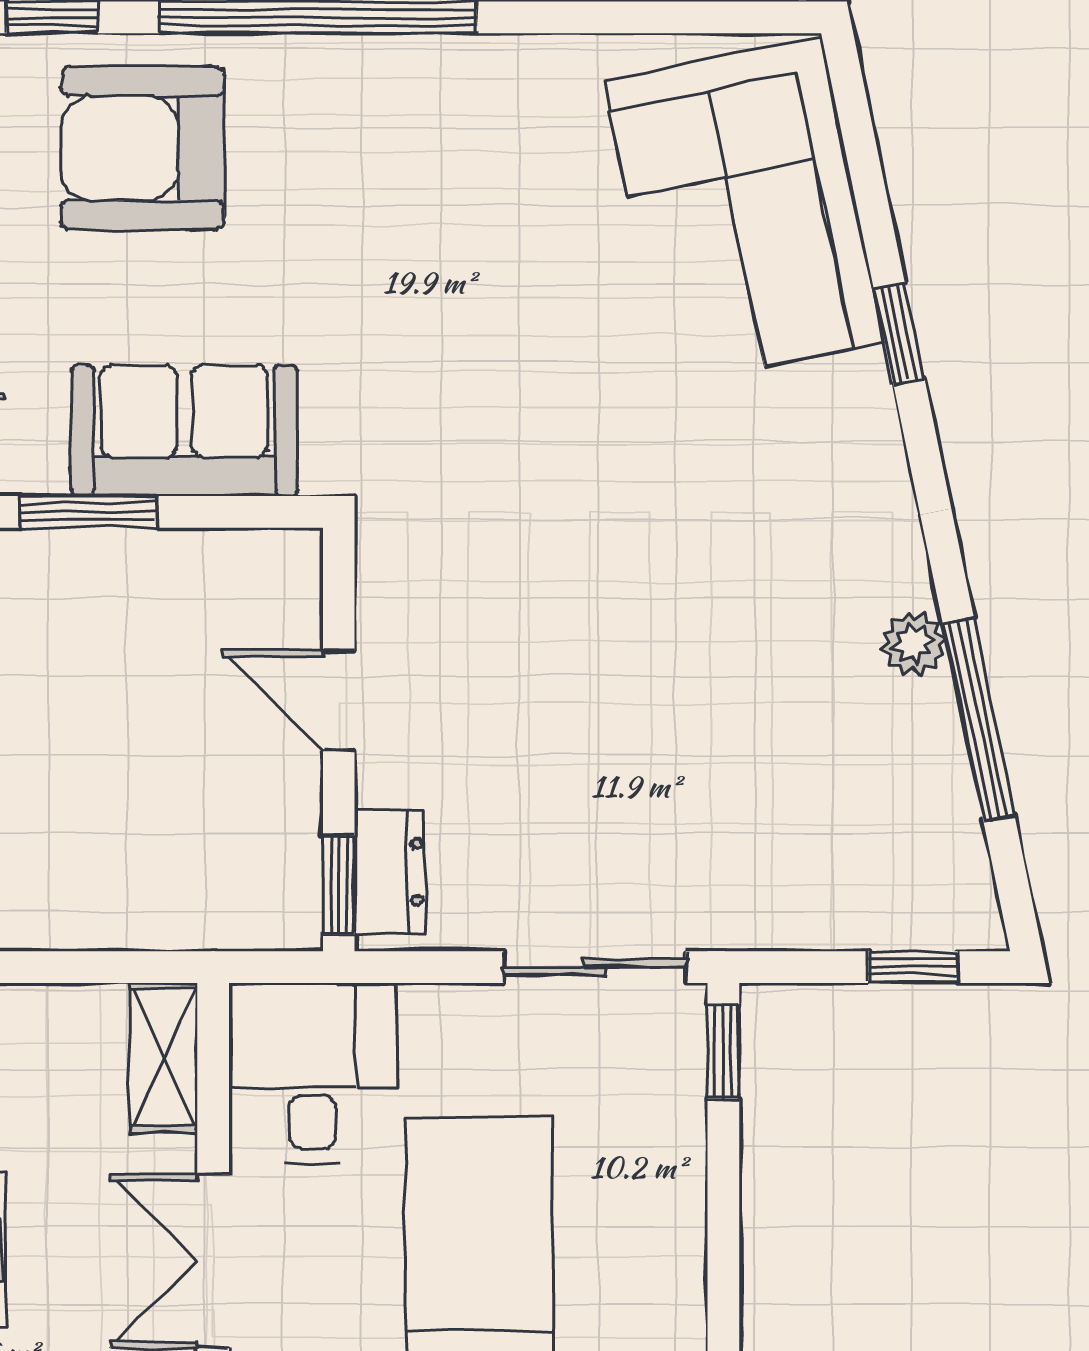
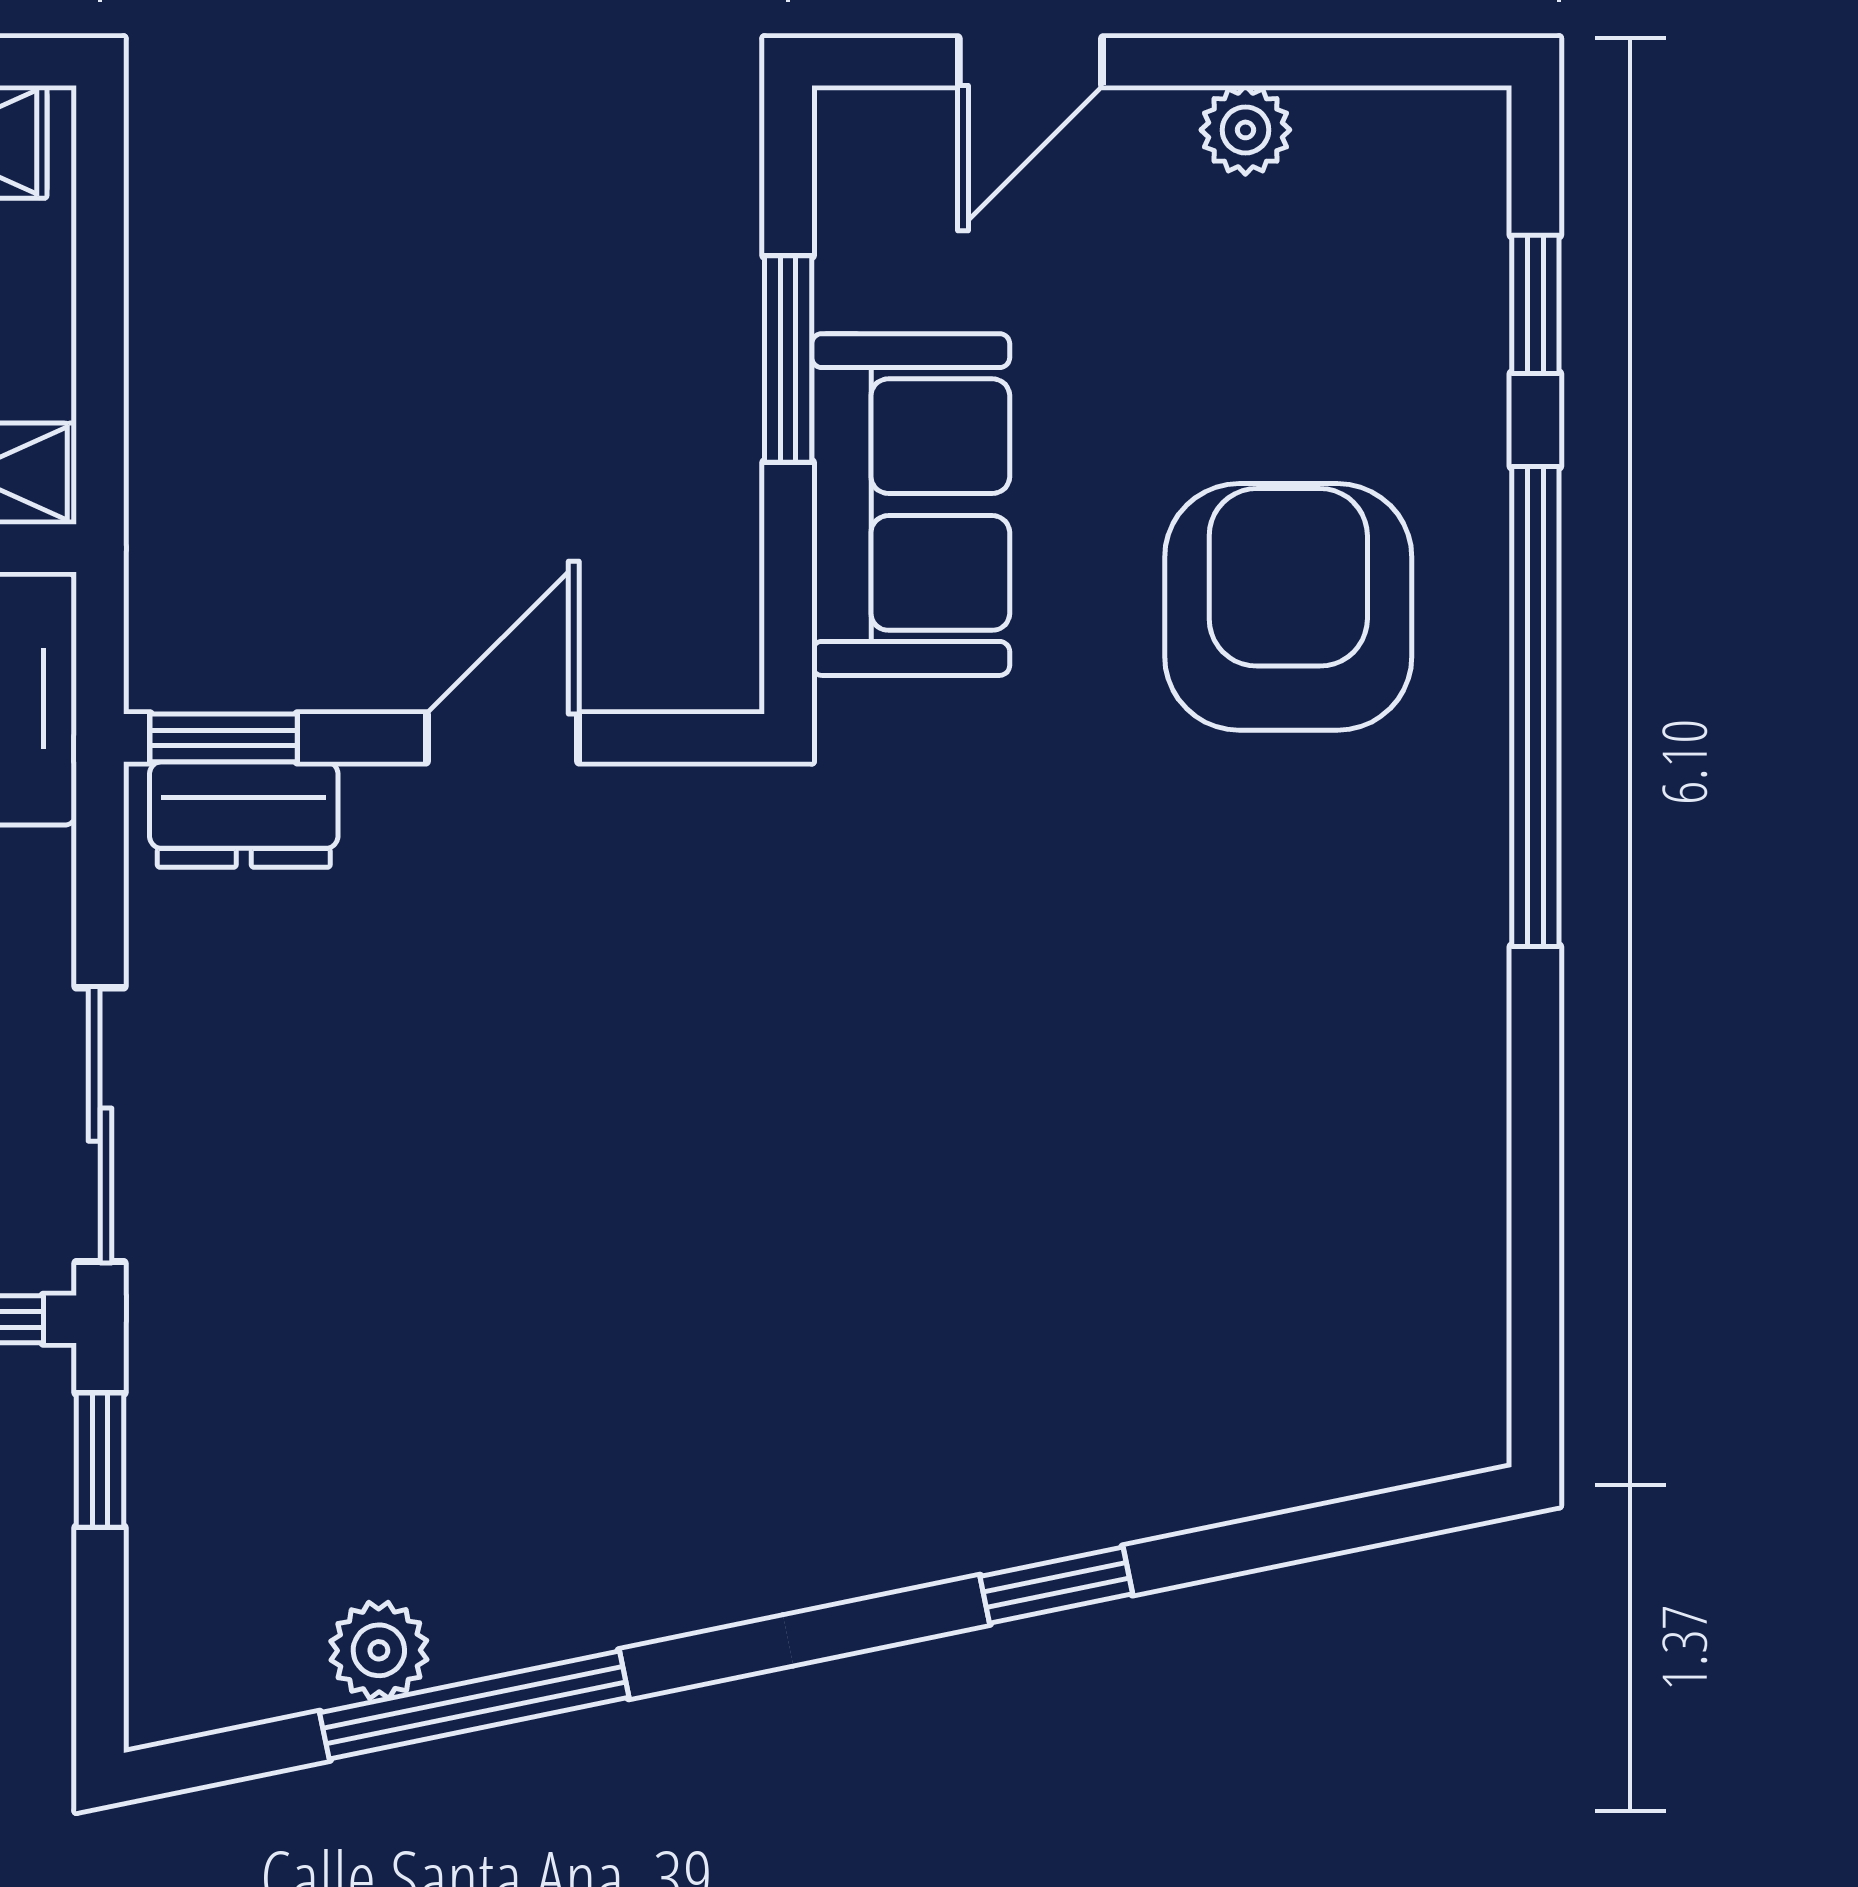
armchair: (142, 148) -> (1288, 607), moved
corner sofa: (744, 211) -> (1242, 1351), removed
plant: (914, 644) -> (379, 1650), moved
window: (913, 967) -> (100, 1460), moved

